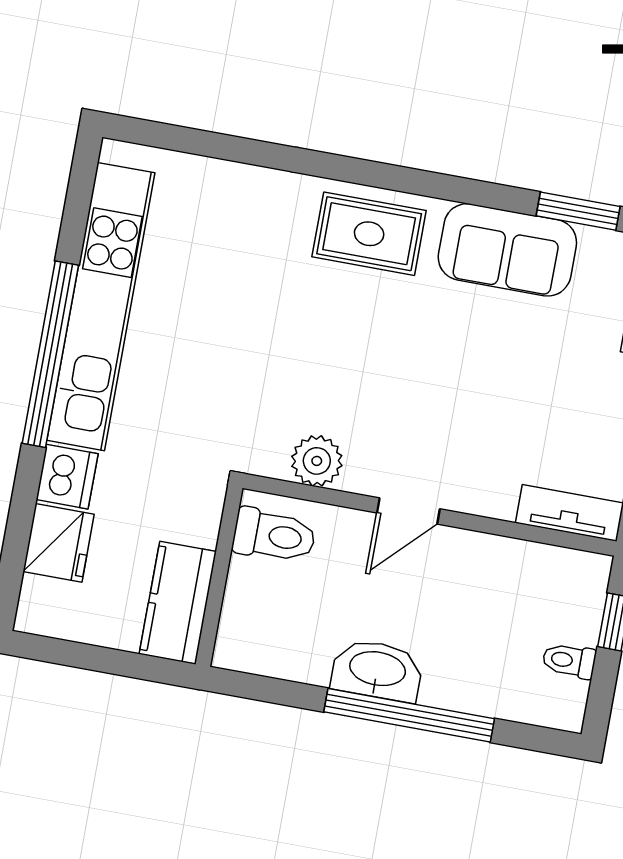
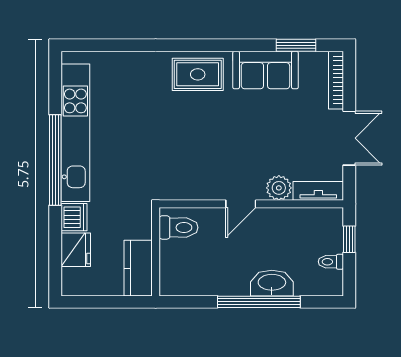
plant: (317, 461) -> (279, 188), moved
washbasin: (377, 670) -> (272, 283), moved

